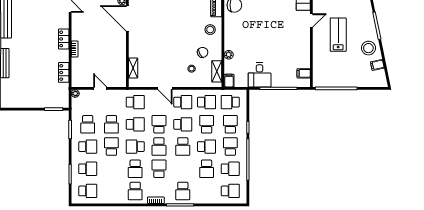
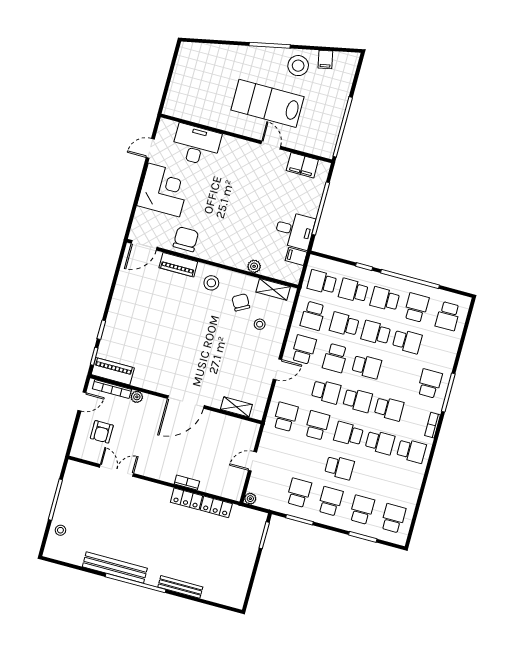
door: (127, 18) -> (186, 402), moved
door: (311, 20) -> (271, 145), moved
lab bench: (338, 35) -> (267, 103), width x1.36, depth x1.39
locker: (64, 39) -> (186, 499), moved
filing cabinet: (304, 73) -> (302, 165), width x2.00
filing cabinet: (229, 81) -> (296, 256), moved
school desk: (207, 102) -> (313, 316), turned 180
school desk: (230, 102) -> (322, 282), turned 90
school desk: (88, 124) -> (299, 493), turned -90
school desk: (111, 124) -> (308, 459), removed
school desk: (159, 124) -> (326, 392), turned 180
school desk: (183, 124) -> (335, 358), turned 180
school desk: (111, 147) -> (339, 468), turned 180
school desk: (135, 147) -> (348, 434), turned 90
school desk: (207, 147) -> (376, 333), turned -90
school desk: (159, 169) -> (389, 409), turned 180
school desk: (183, 191) -> (430, 383), turned -90
school desk: (230, 191) -> (448, 316), turned 180

